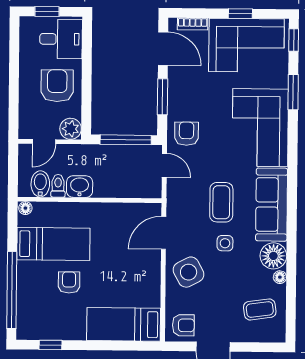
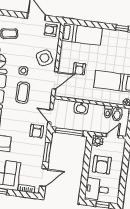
door: (163, 49) -> (44, 178), swing flipped
washbasin: (80, 187) -> (81, 108), moved
armchair: (69, 282) -> (79, 69), moved

